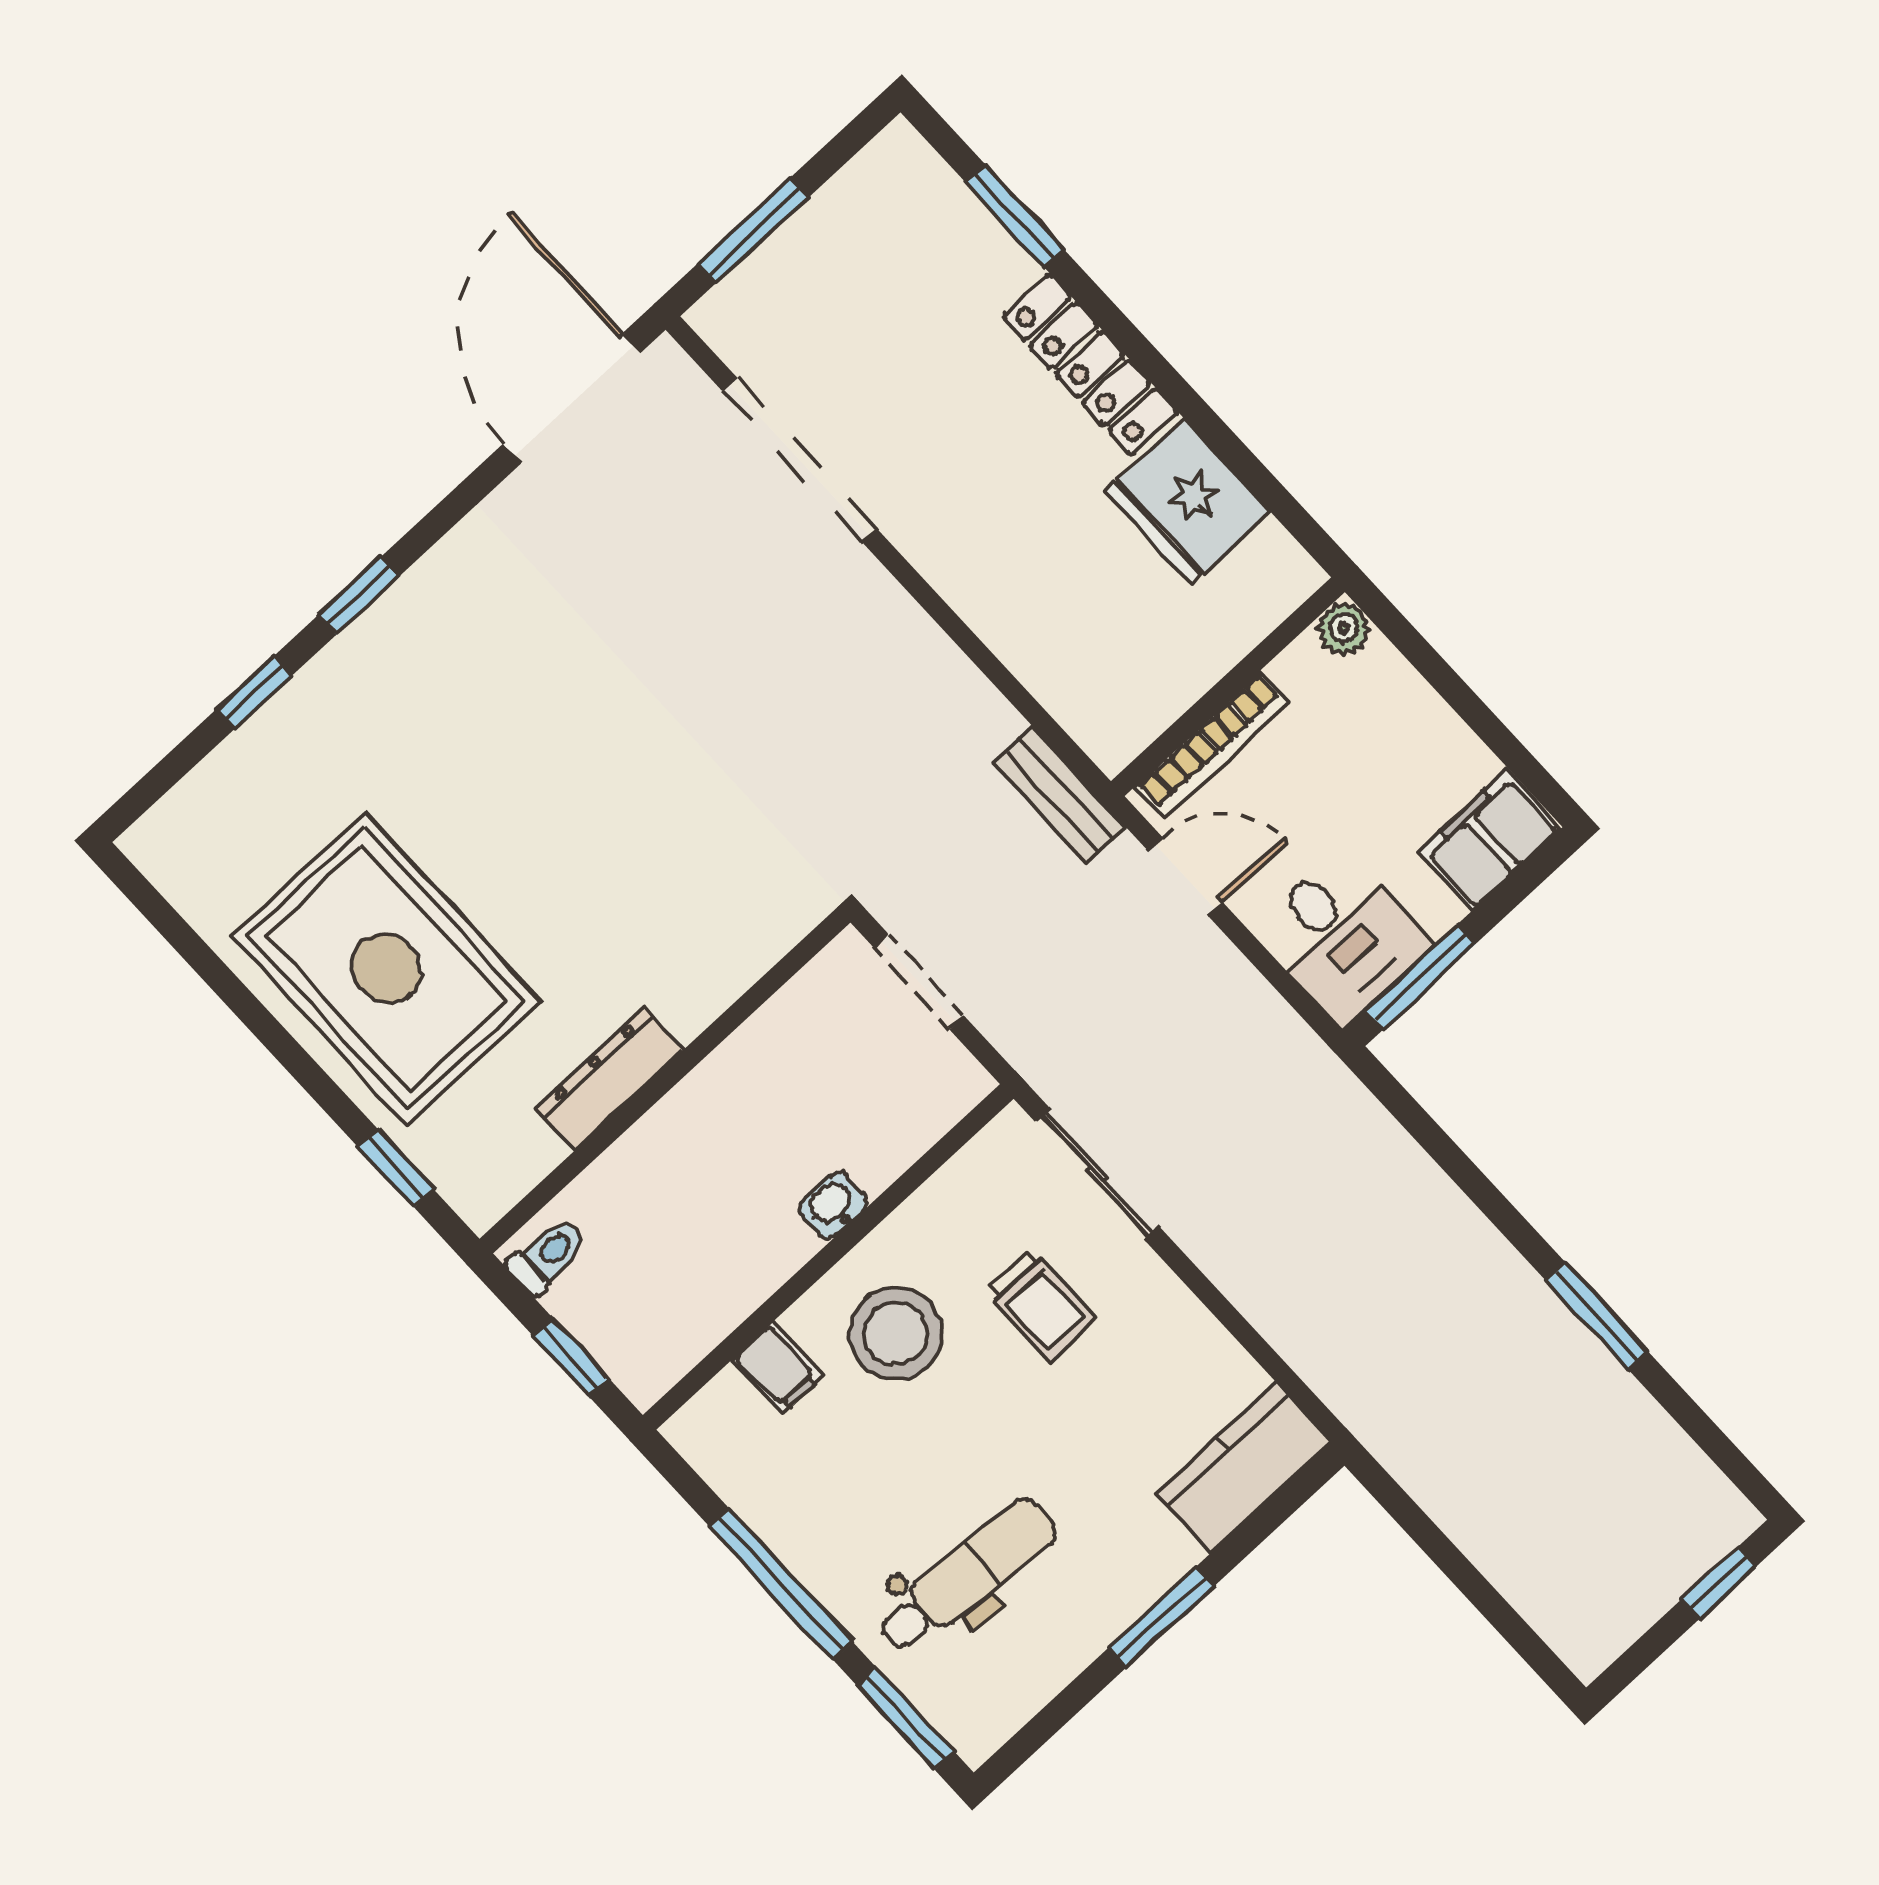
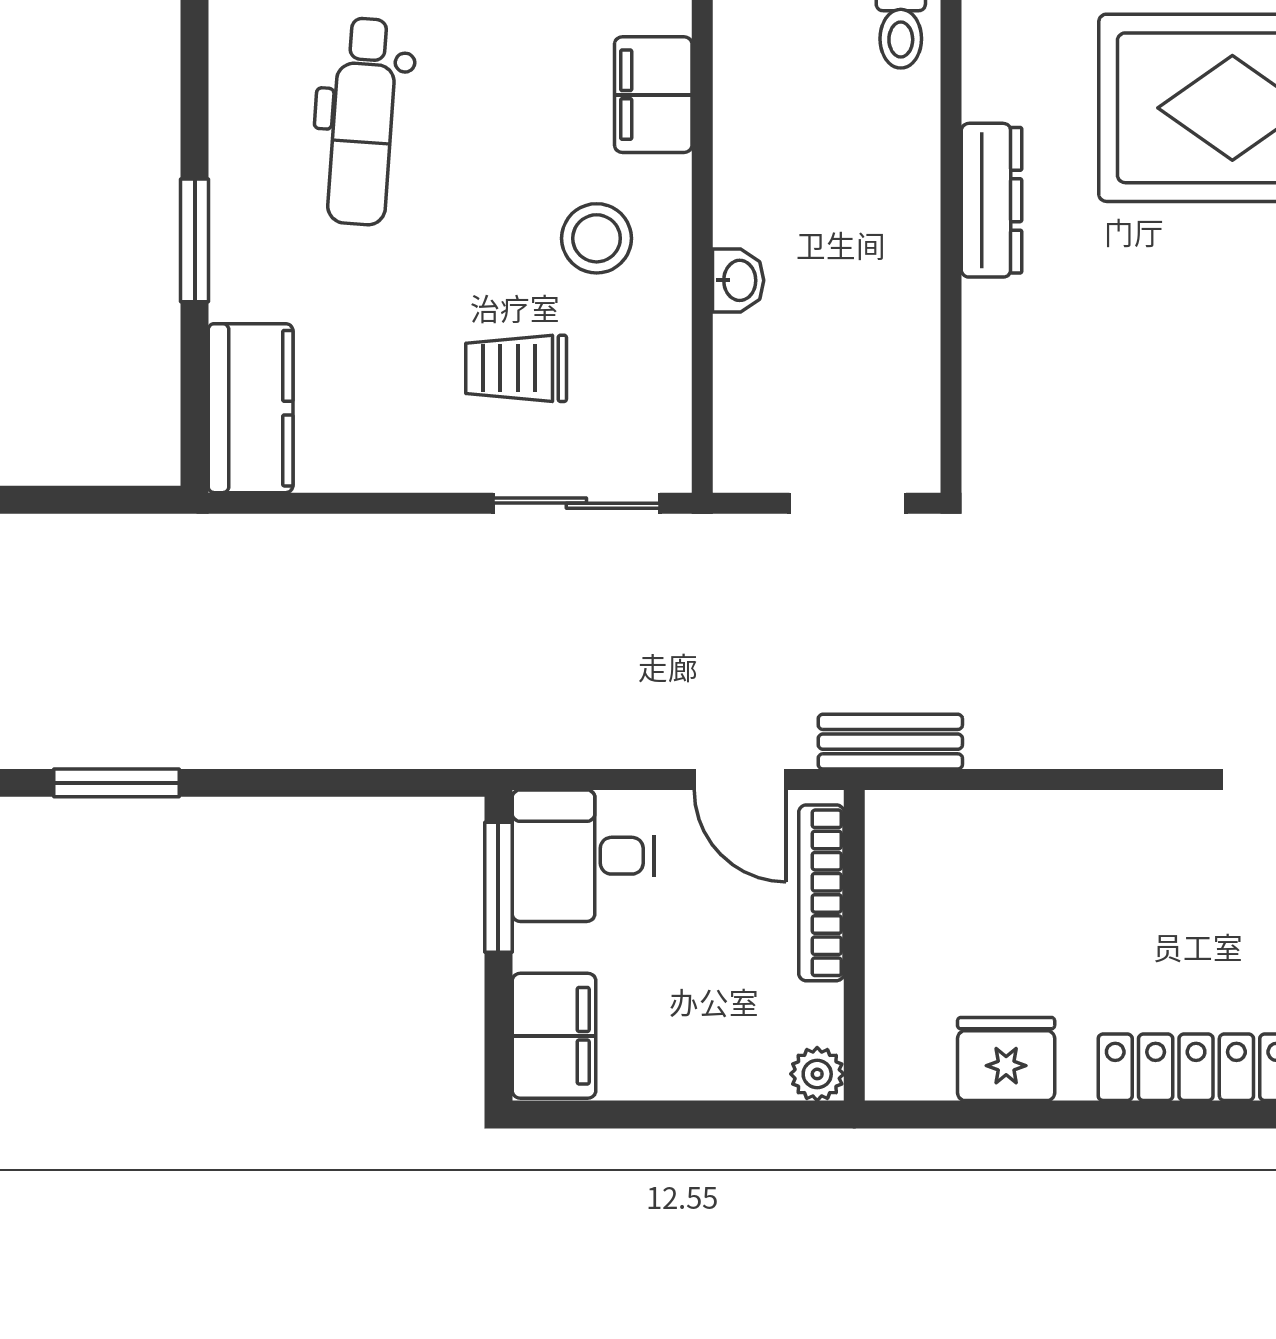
fridge: (1187, 501) -> (1006, 1059), width x0.73, depth x0.75
door: (1185, 876) -> (740, 779), hinge flipped
stool: (896, 1333) -> (597, 238), width x0.73, depth x0.73
filing cabinet: (777, 1368) -> (653, 95), width x2.00

